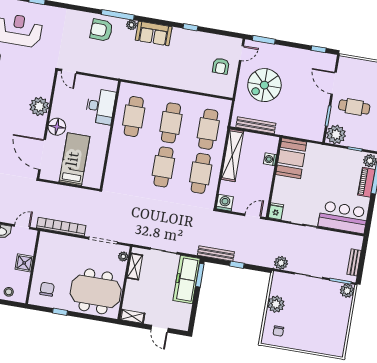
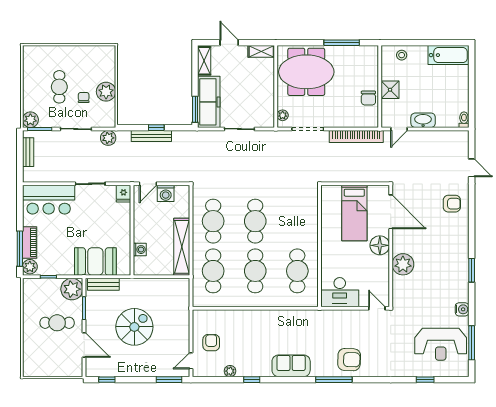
plant: (132, 25) -> (230, 371), moved
spiral stairs: (264, 85) -> (134, 327), moved
desk: (100, 106) -> (340, 292), moved, turned -90
bench: (256, 125) -> (103, 284), moved, width x0.73
booth: (291, 158) -> (95, 262), moved, turned 90
washing machine: (225, 203) -> (166, 193), moved
bench: (216, 254) -> (151, 136), moved
shelving: (135, 267) -> (204, 61), moved
chair: (47, 289) -> (368, 98), moved
window: (60, 312) -> (342, 43), width x2.17
cafe table: (317, 315) -> (59, 87), added
chair: (278, 331) -> (84, 97), moved

